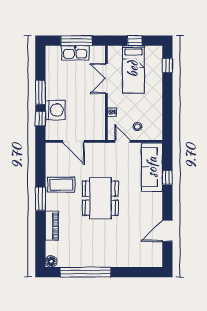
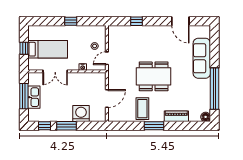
window: (167, 66) -> (71, 21), moved
window: (40, 119) -> (45, 126), moved
sofa: (152, 167) -> (202, 58), moved, turned 90

